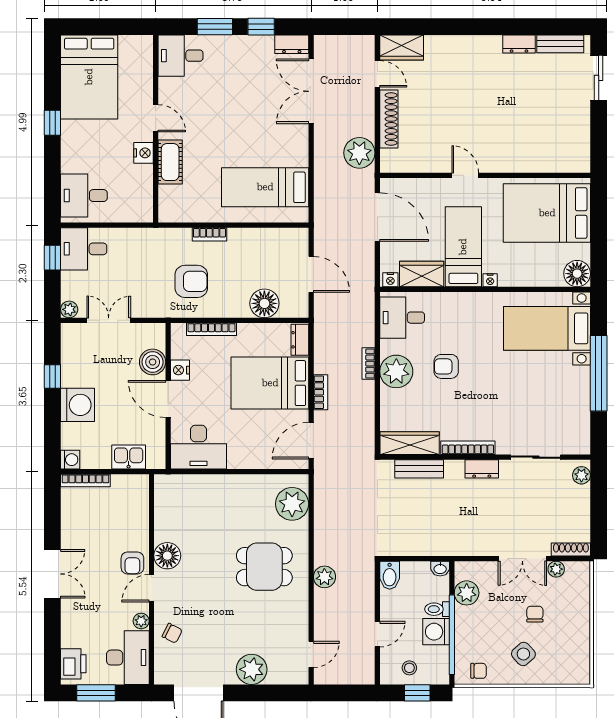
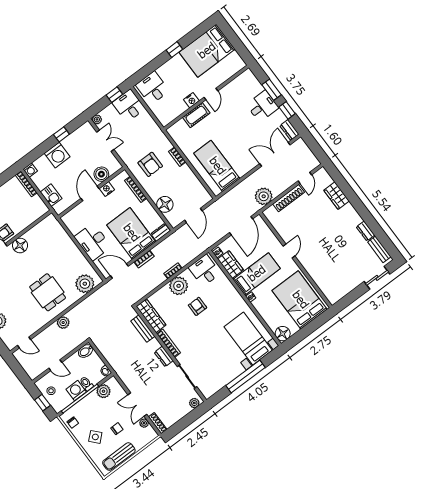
wardrobe: (402, 47) -> (337, 196), moved
desk: (181, 56) -> (262, 106), moved, turned 90
desk: (199, 447) -> (93, 242), moved
sun lounger: (577, 641) -> (119, 457), added

